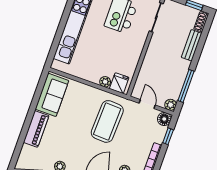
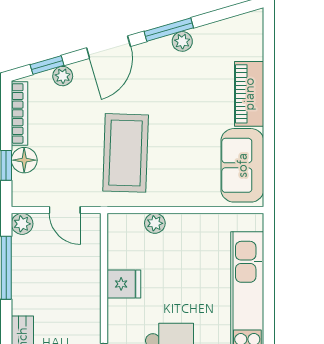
fridge: (119, 83) -> (124, 284), moved, turned -90
floor lamp: (164, 119) -> (24, 160), moved

